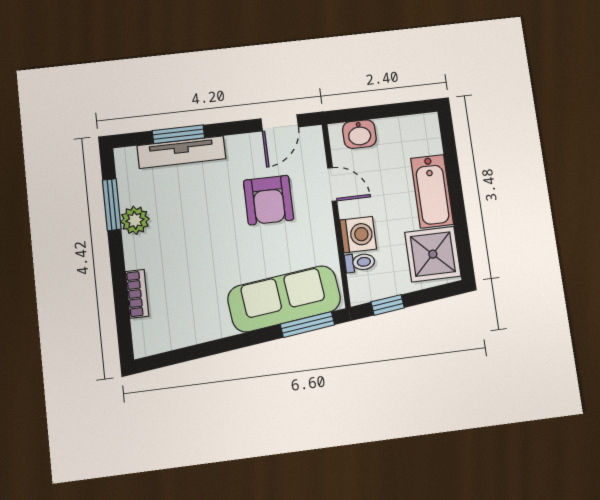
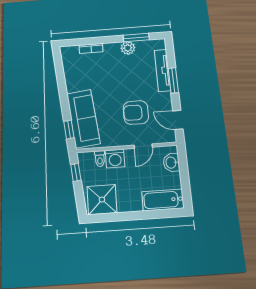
window: (178, 134) -> (173, 80), moved
bathtub: (432, 191) -> (163, 200), moved
window: (307, 325) -> (69, 130), width x0.67

